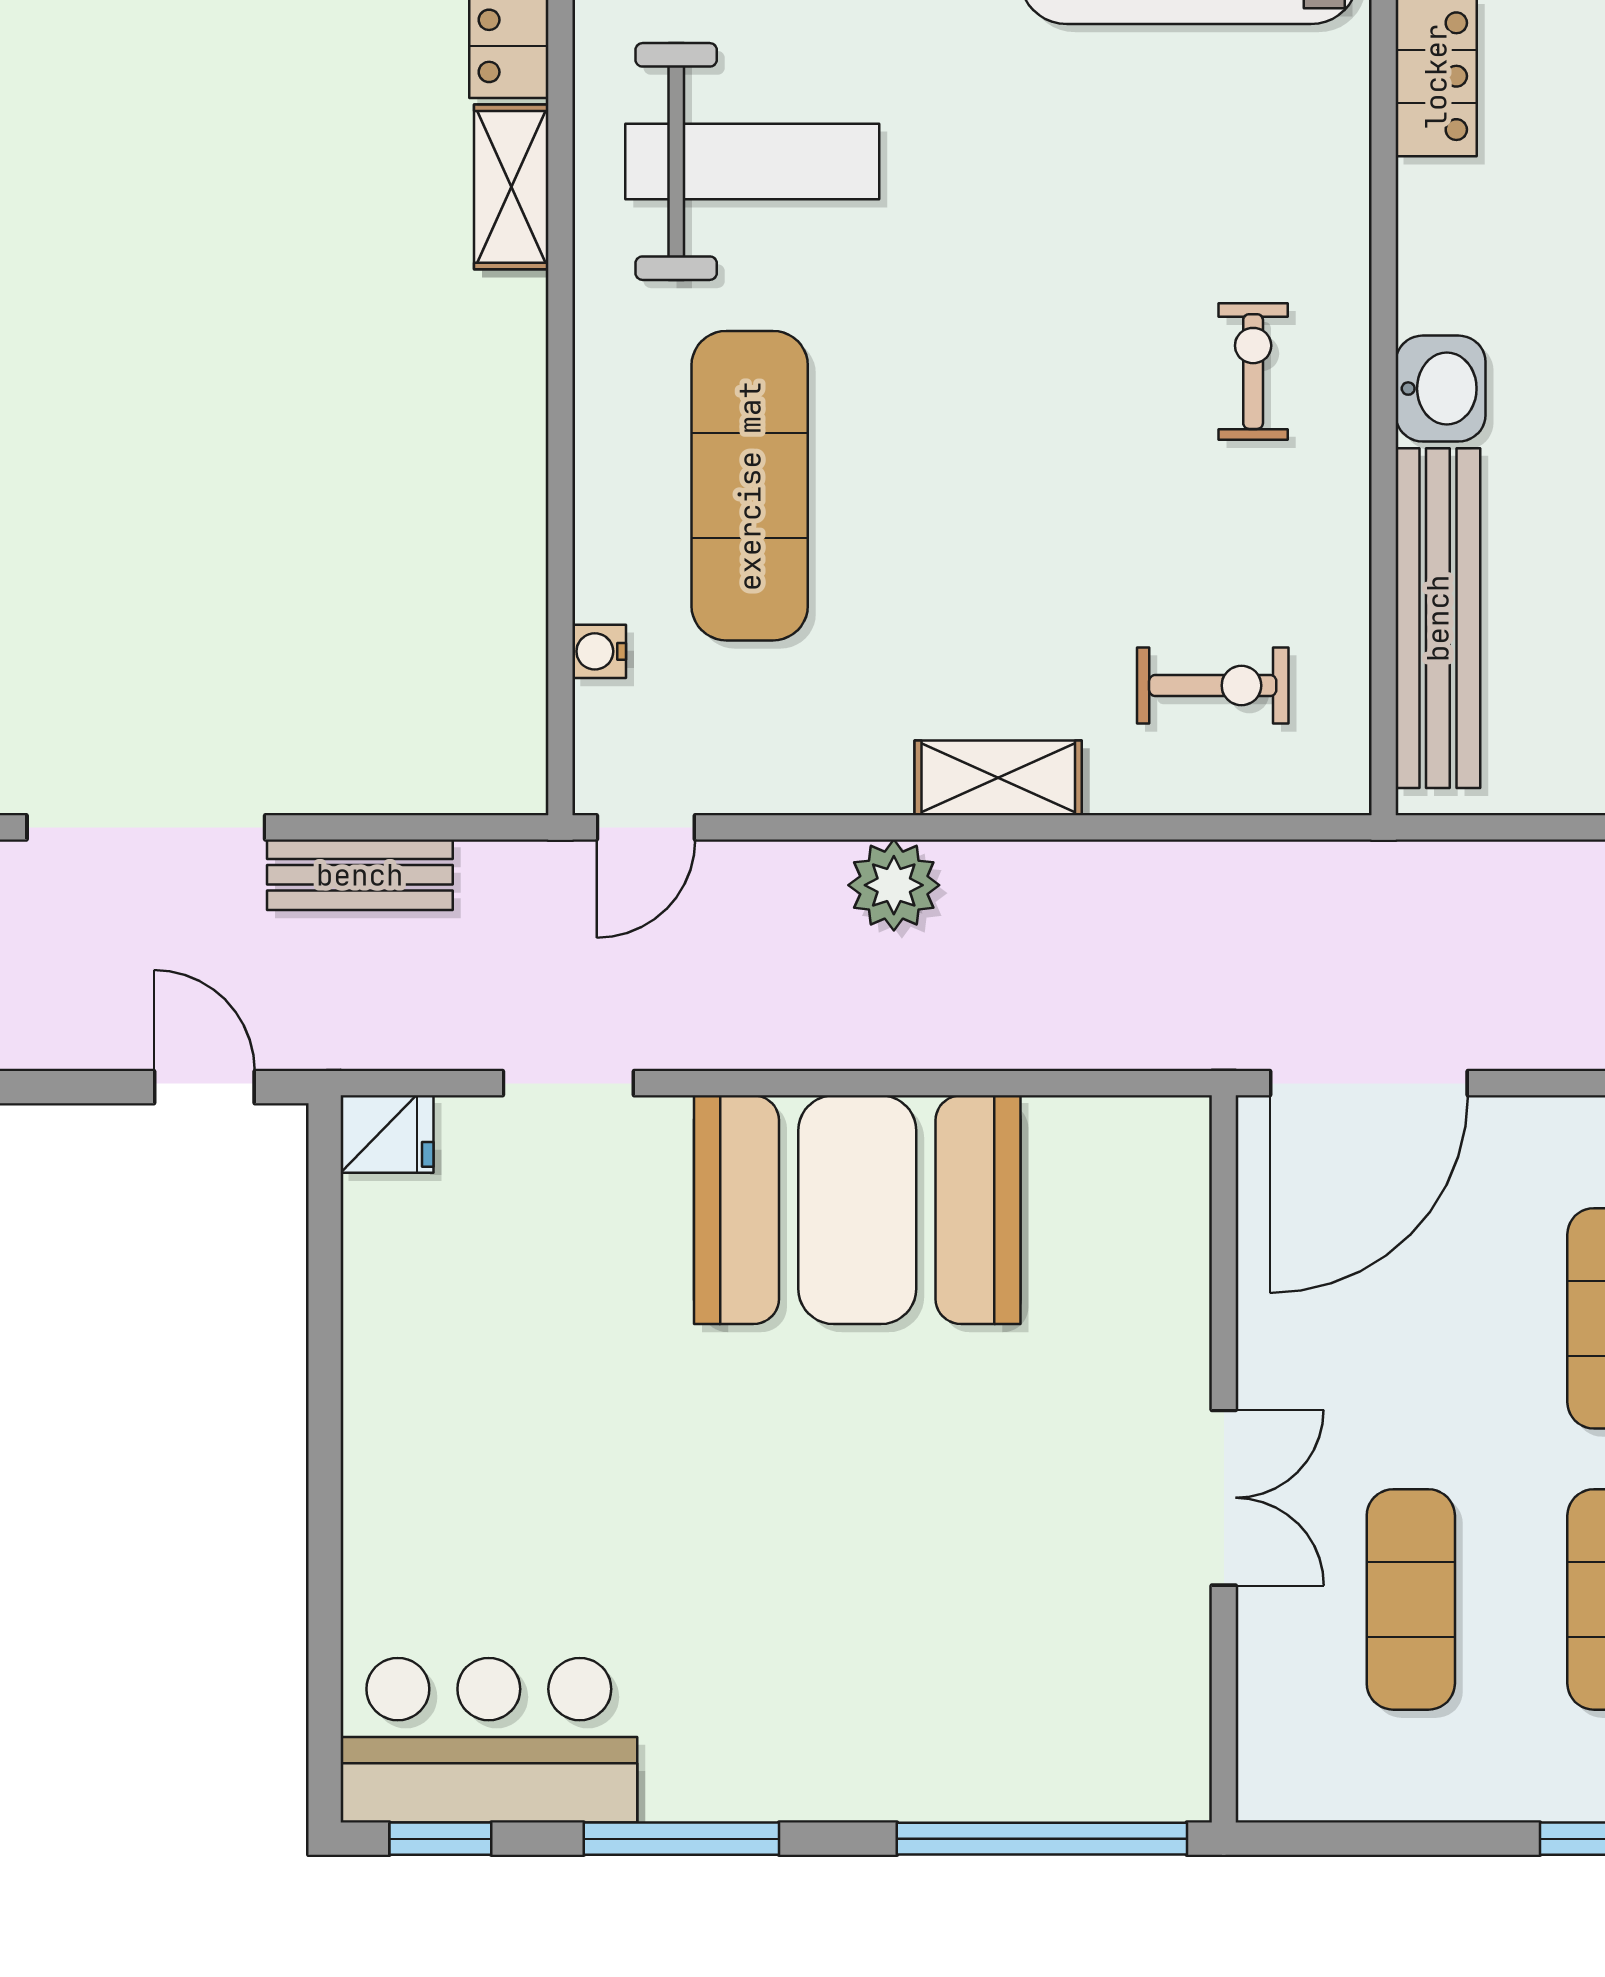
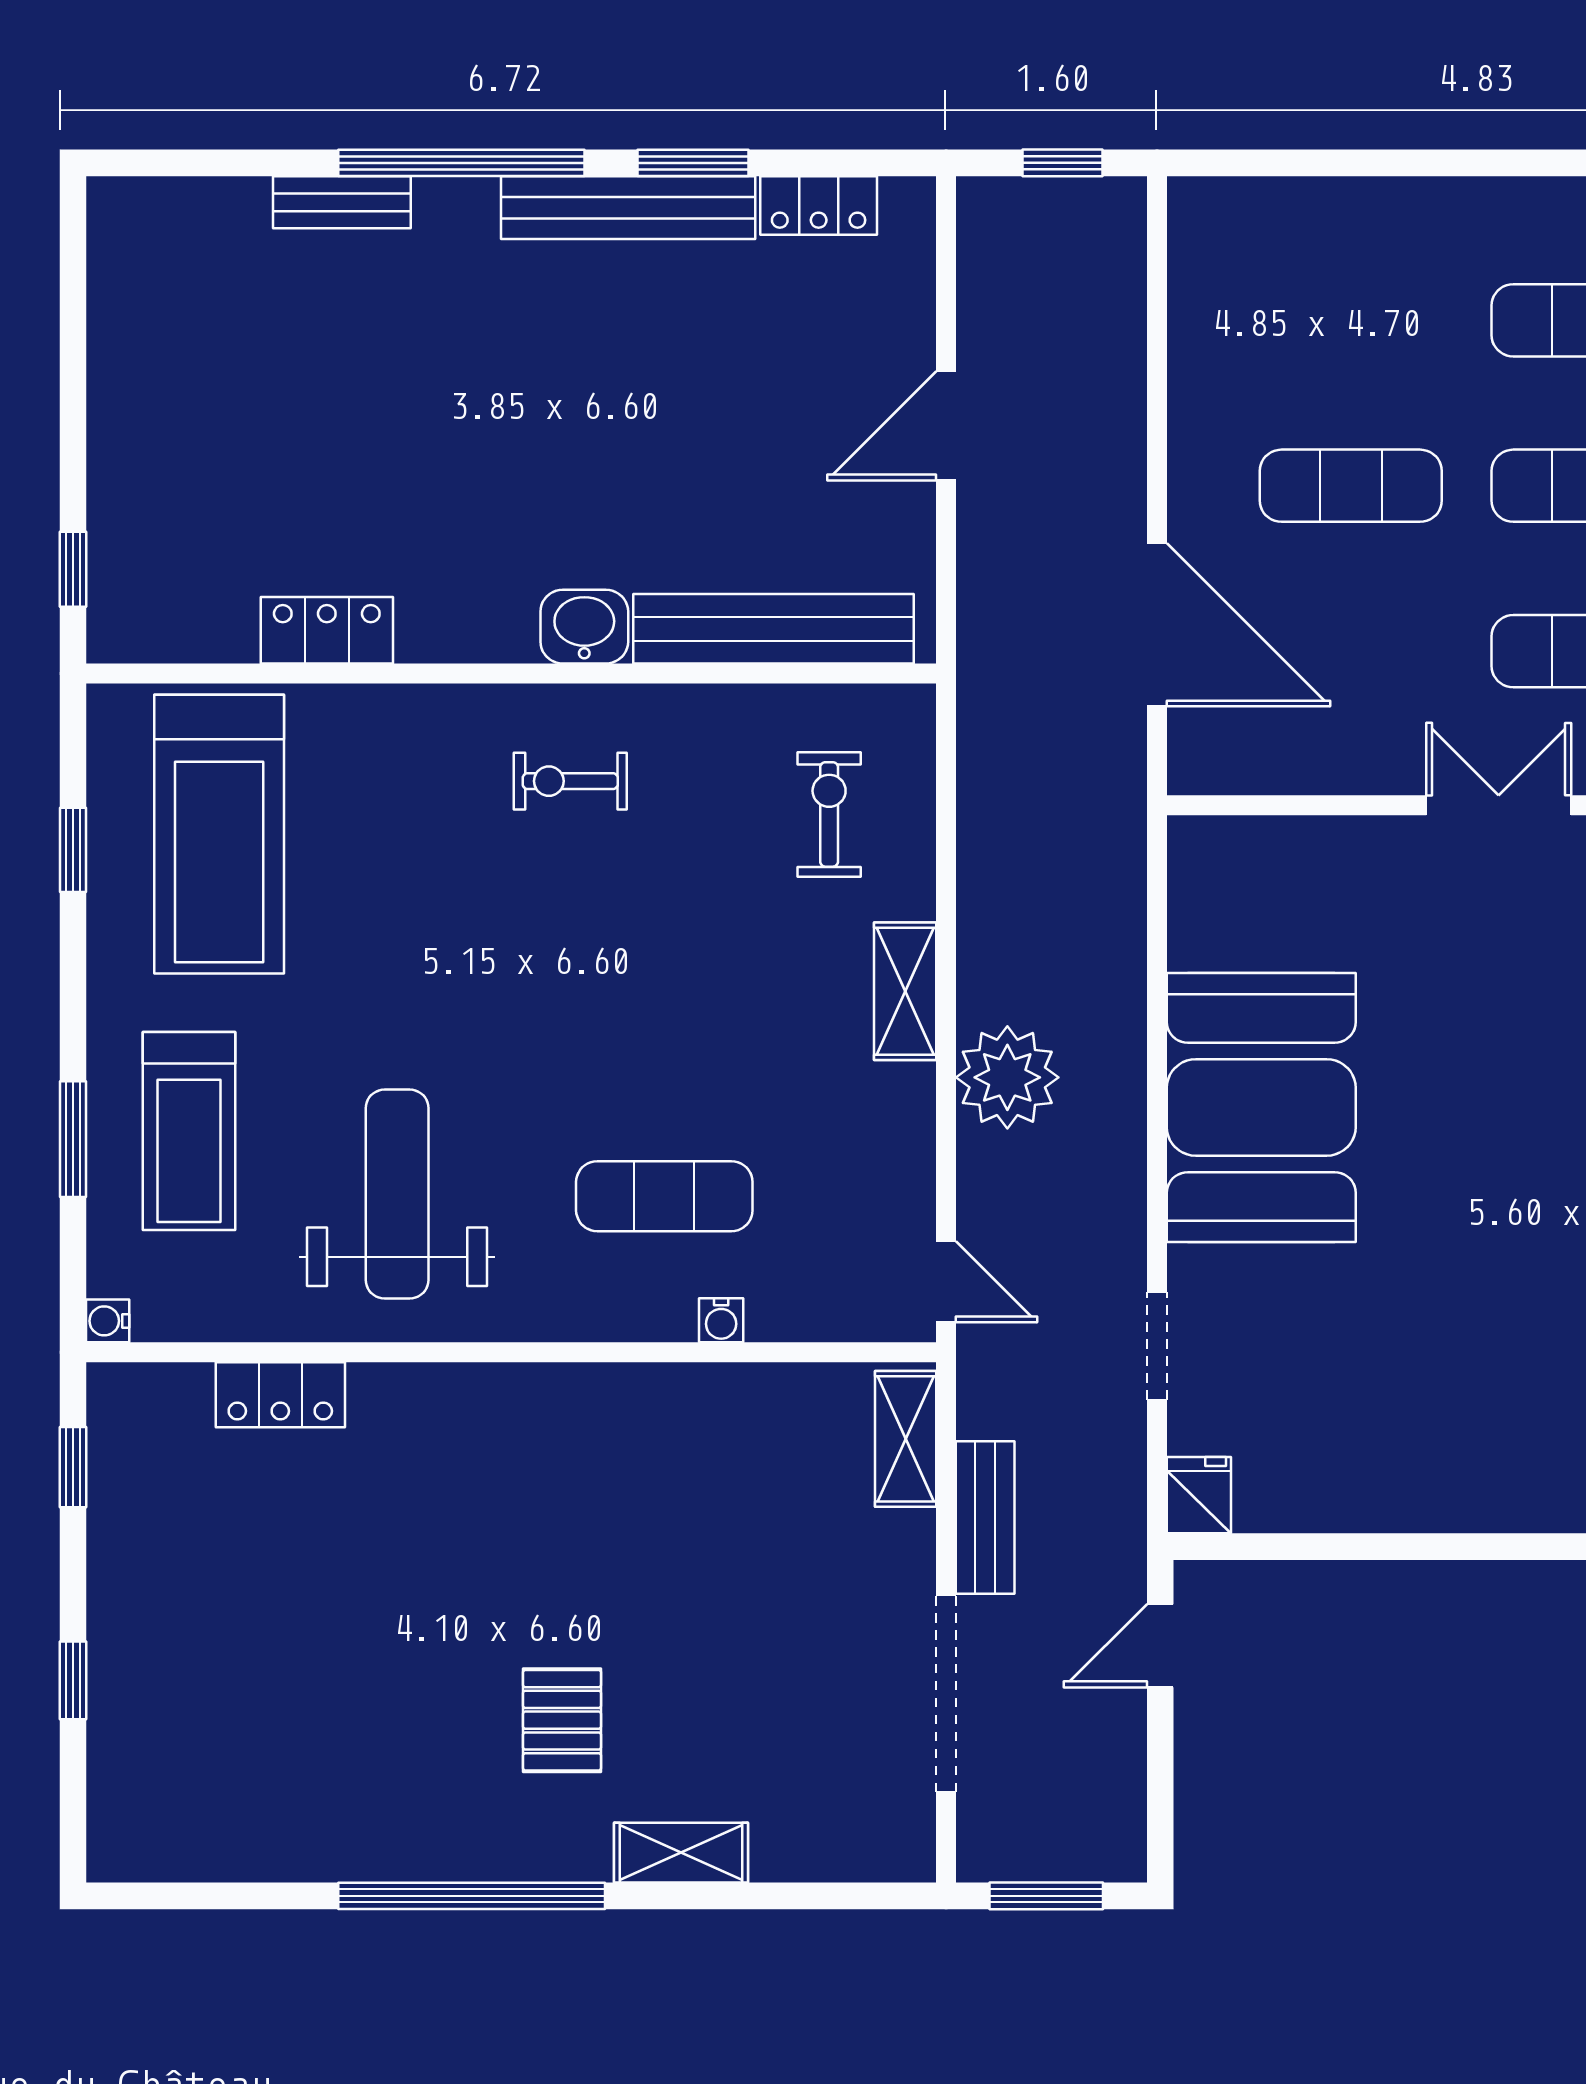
shelving: (511, 187) -> (906, 1439), moved, turned 90
pallet: (114, 362) -> (562, 1720), added
exercise mat: (750, 486) -> (664, 1196), width x0.73, depth x0.69
water cooler: (599, 651) -> (721, 1320), moved
plant: (894, 885) -> (1007, 1077), width x1.36, depth x1.36
door: (1369, 1083) -> (1157, 625), moved

